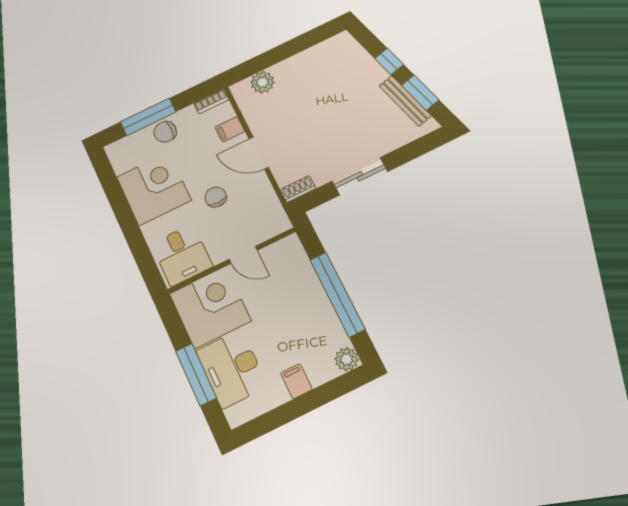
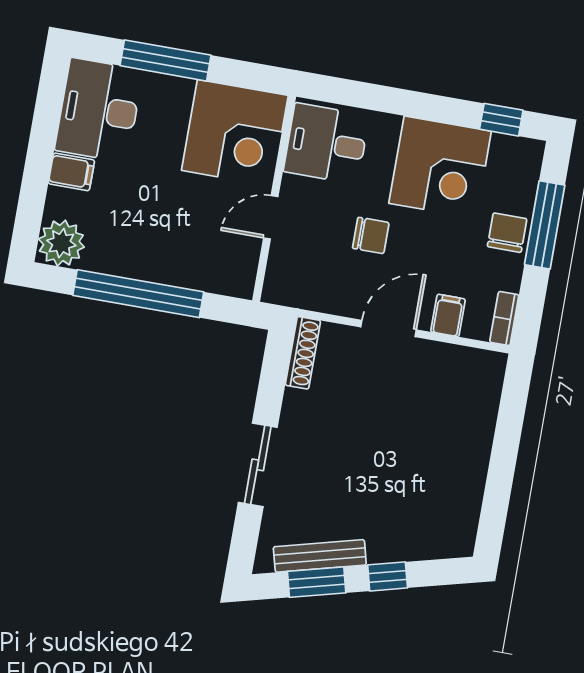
plant: (262, 82) -> (481, 401), removed
sliding door: (360, 176) -> (258, 465), moved
window: (107, 177) -> (501, 120), added
shoe rack: (298, 189) -> (303, 353), width x1.43
plant: (347, 359) -> (61, 243), width x1.36, depth x1.36
desk: (232, 369) -> (99, 110), moved, turned -90

